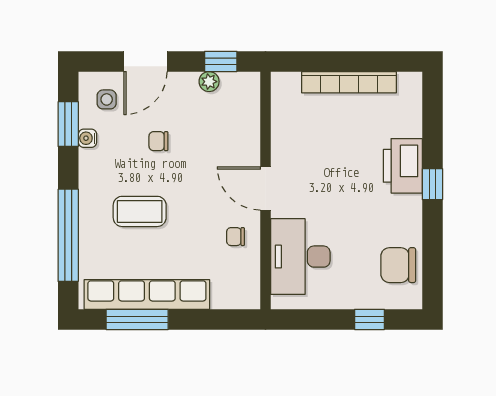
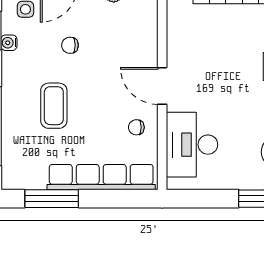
coffee table: (140, 211) -> (54, 106), turned 90
row of seats: (147, 294) -> (101, 177), moved

